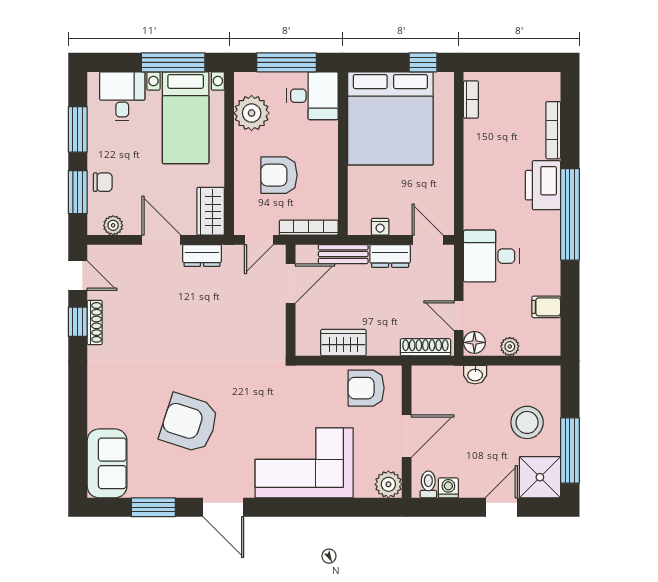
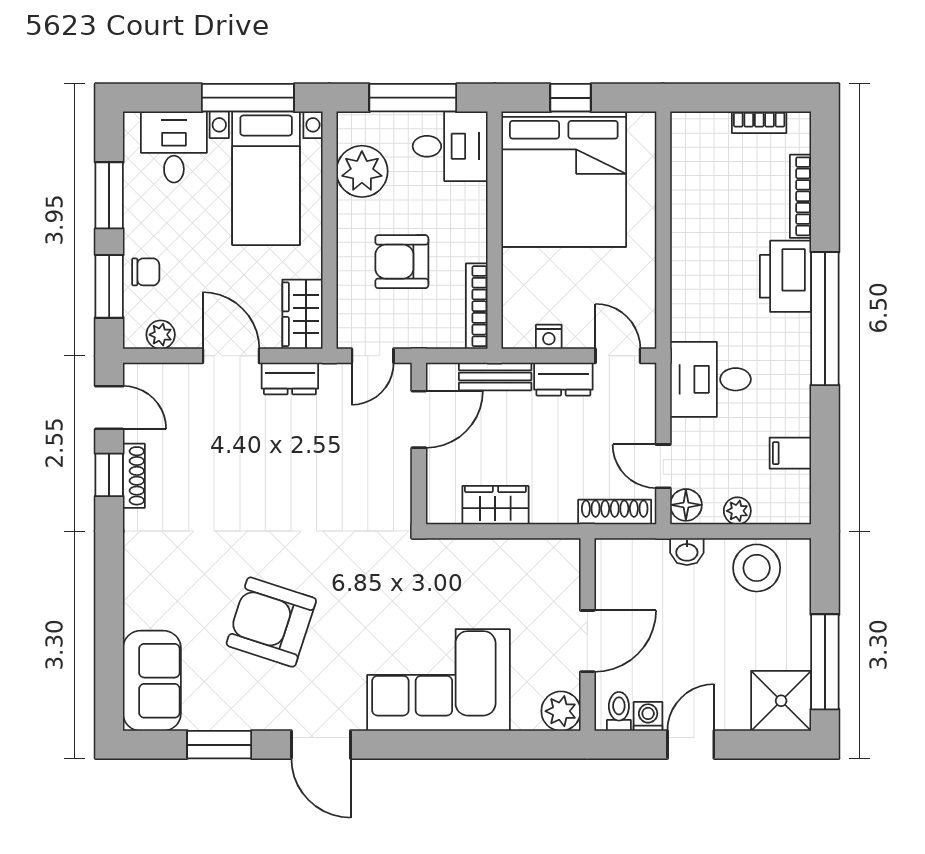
window: (423, 62) -> (571, 98), moved
bookcase: (471, 99) -> (759, 122), moved, turned 90
bookcase: (309, 228) -> (477, 306), moved, turned -90
armchair: (366, 388) -> (528, 571), removed
stool: (527, 422) -> (757, 568), moved
door: (501, 507) -> (691, 745), moved

